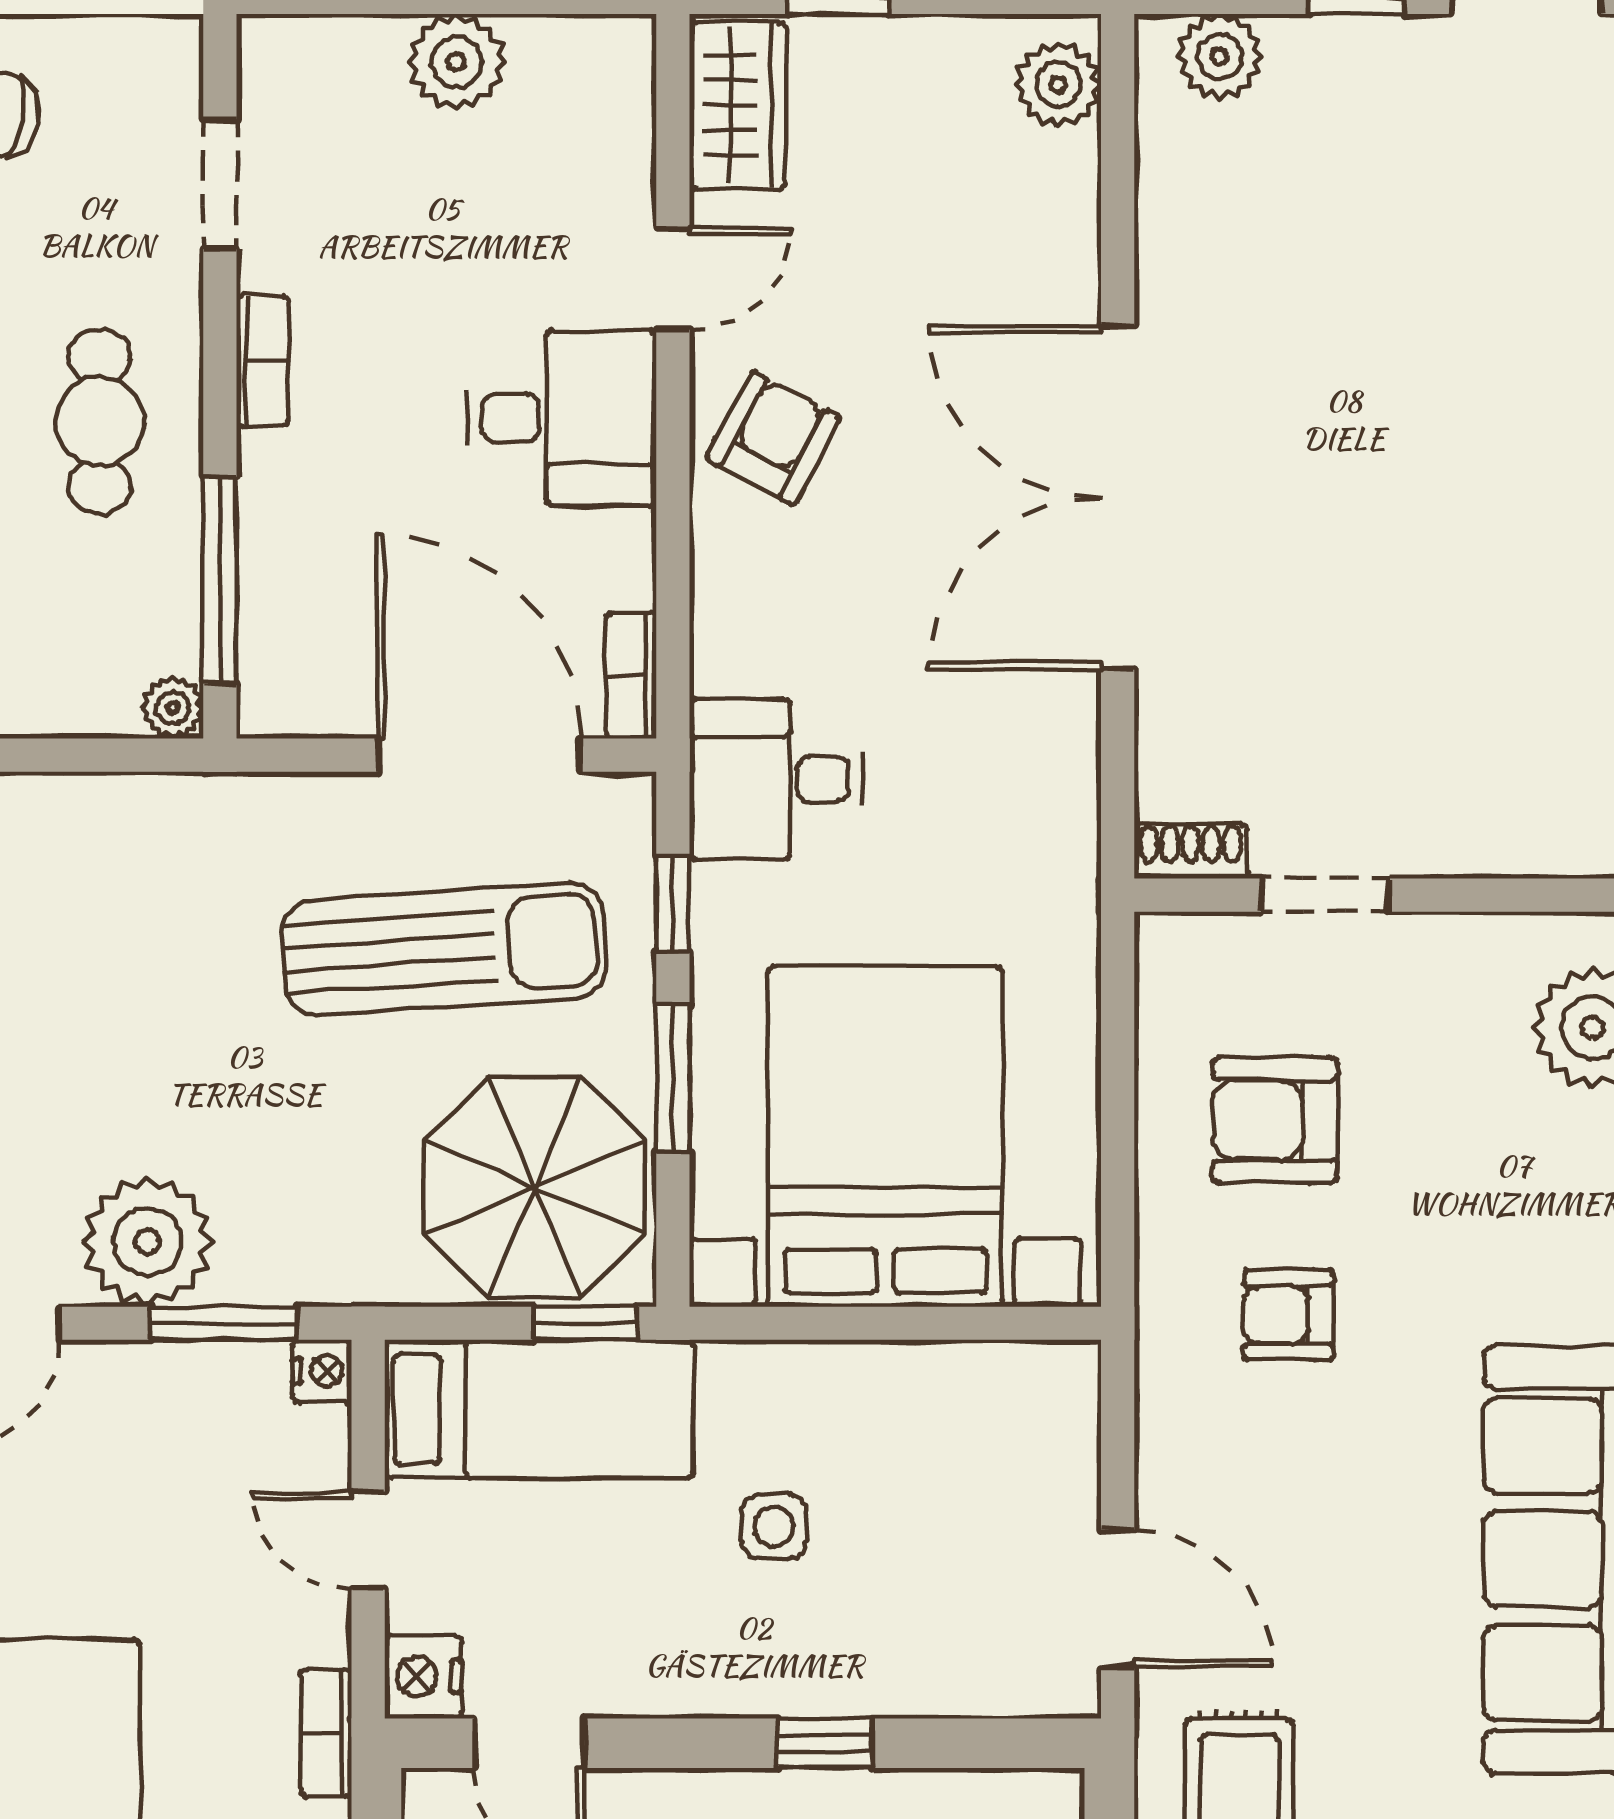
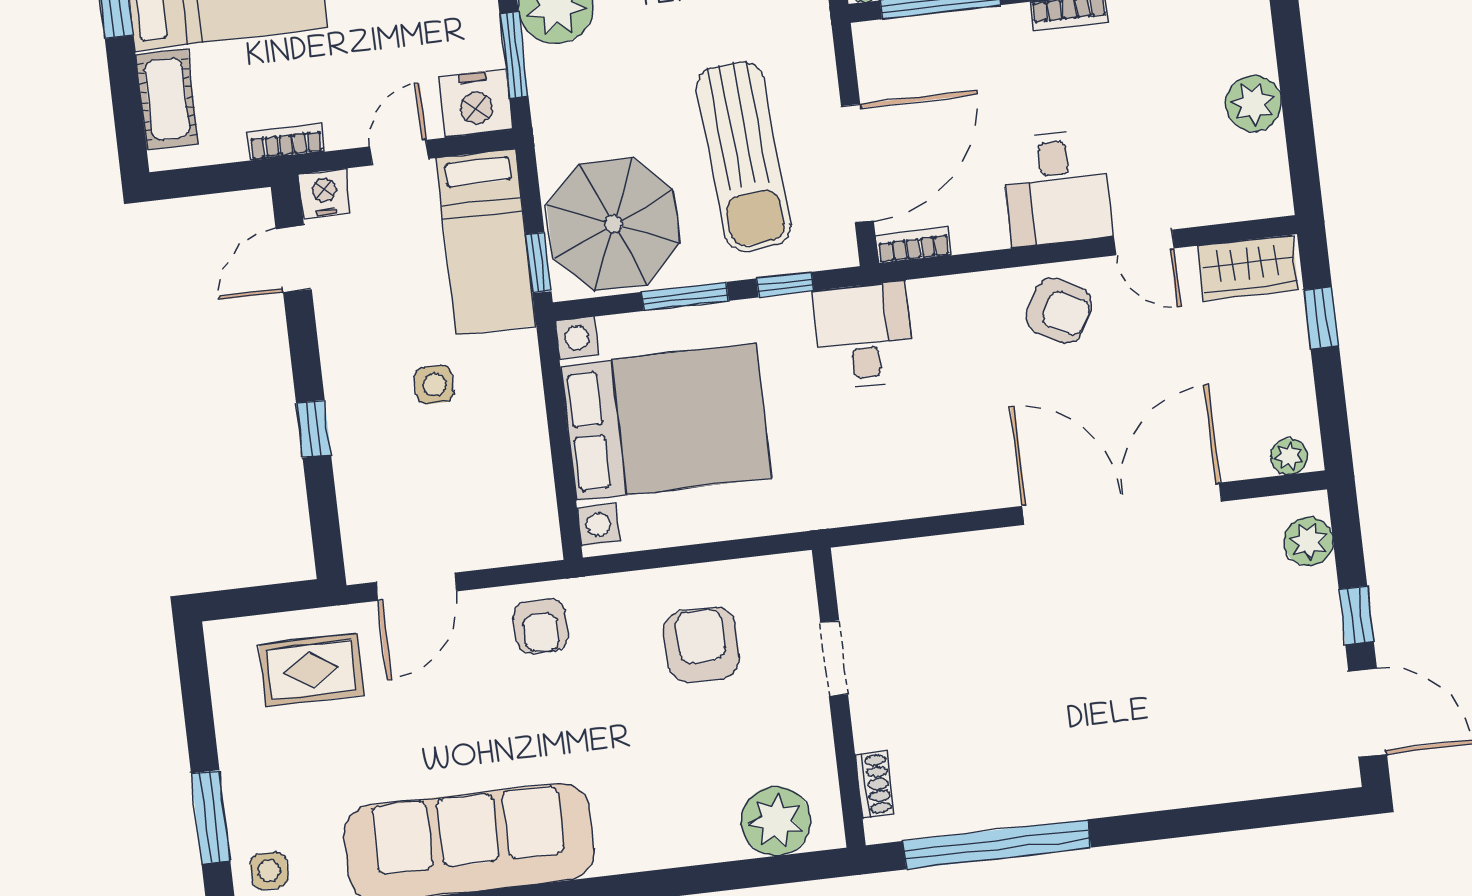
plant: (1058, 84) -> (1289, 457), width x0.73, depth x0.73
double door: (1118, 498) -> (1122, 504), moved
shoe rack: (1191, 851) -> (874, 784), moved
armchair: (1288, 1315) -> (541, 626), moved, turned 180
nightstand: (322, 1371) -> (476, 103), width x1.89, depth x1.79

